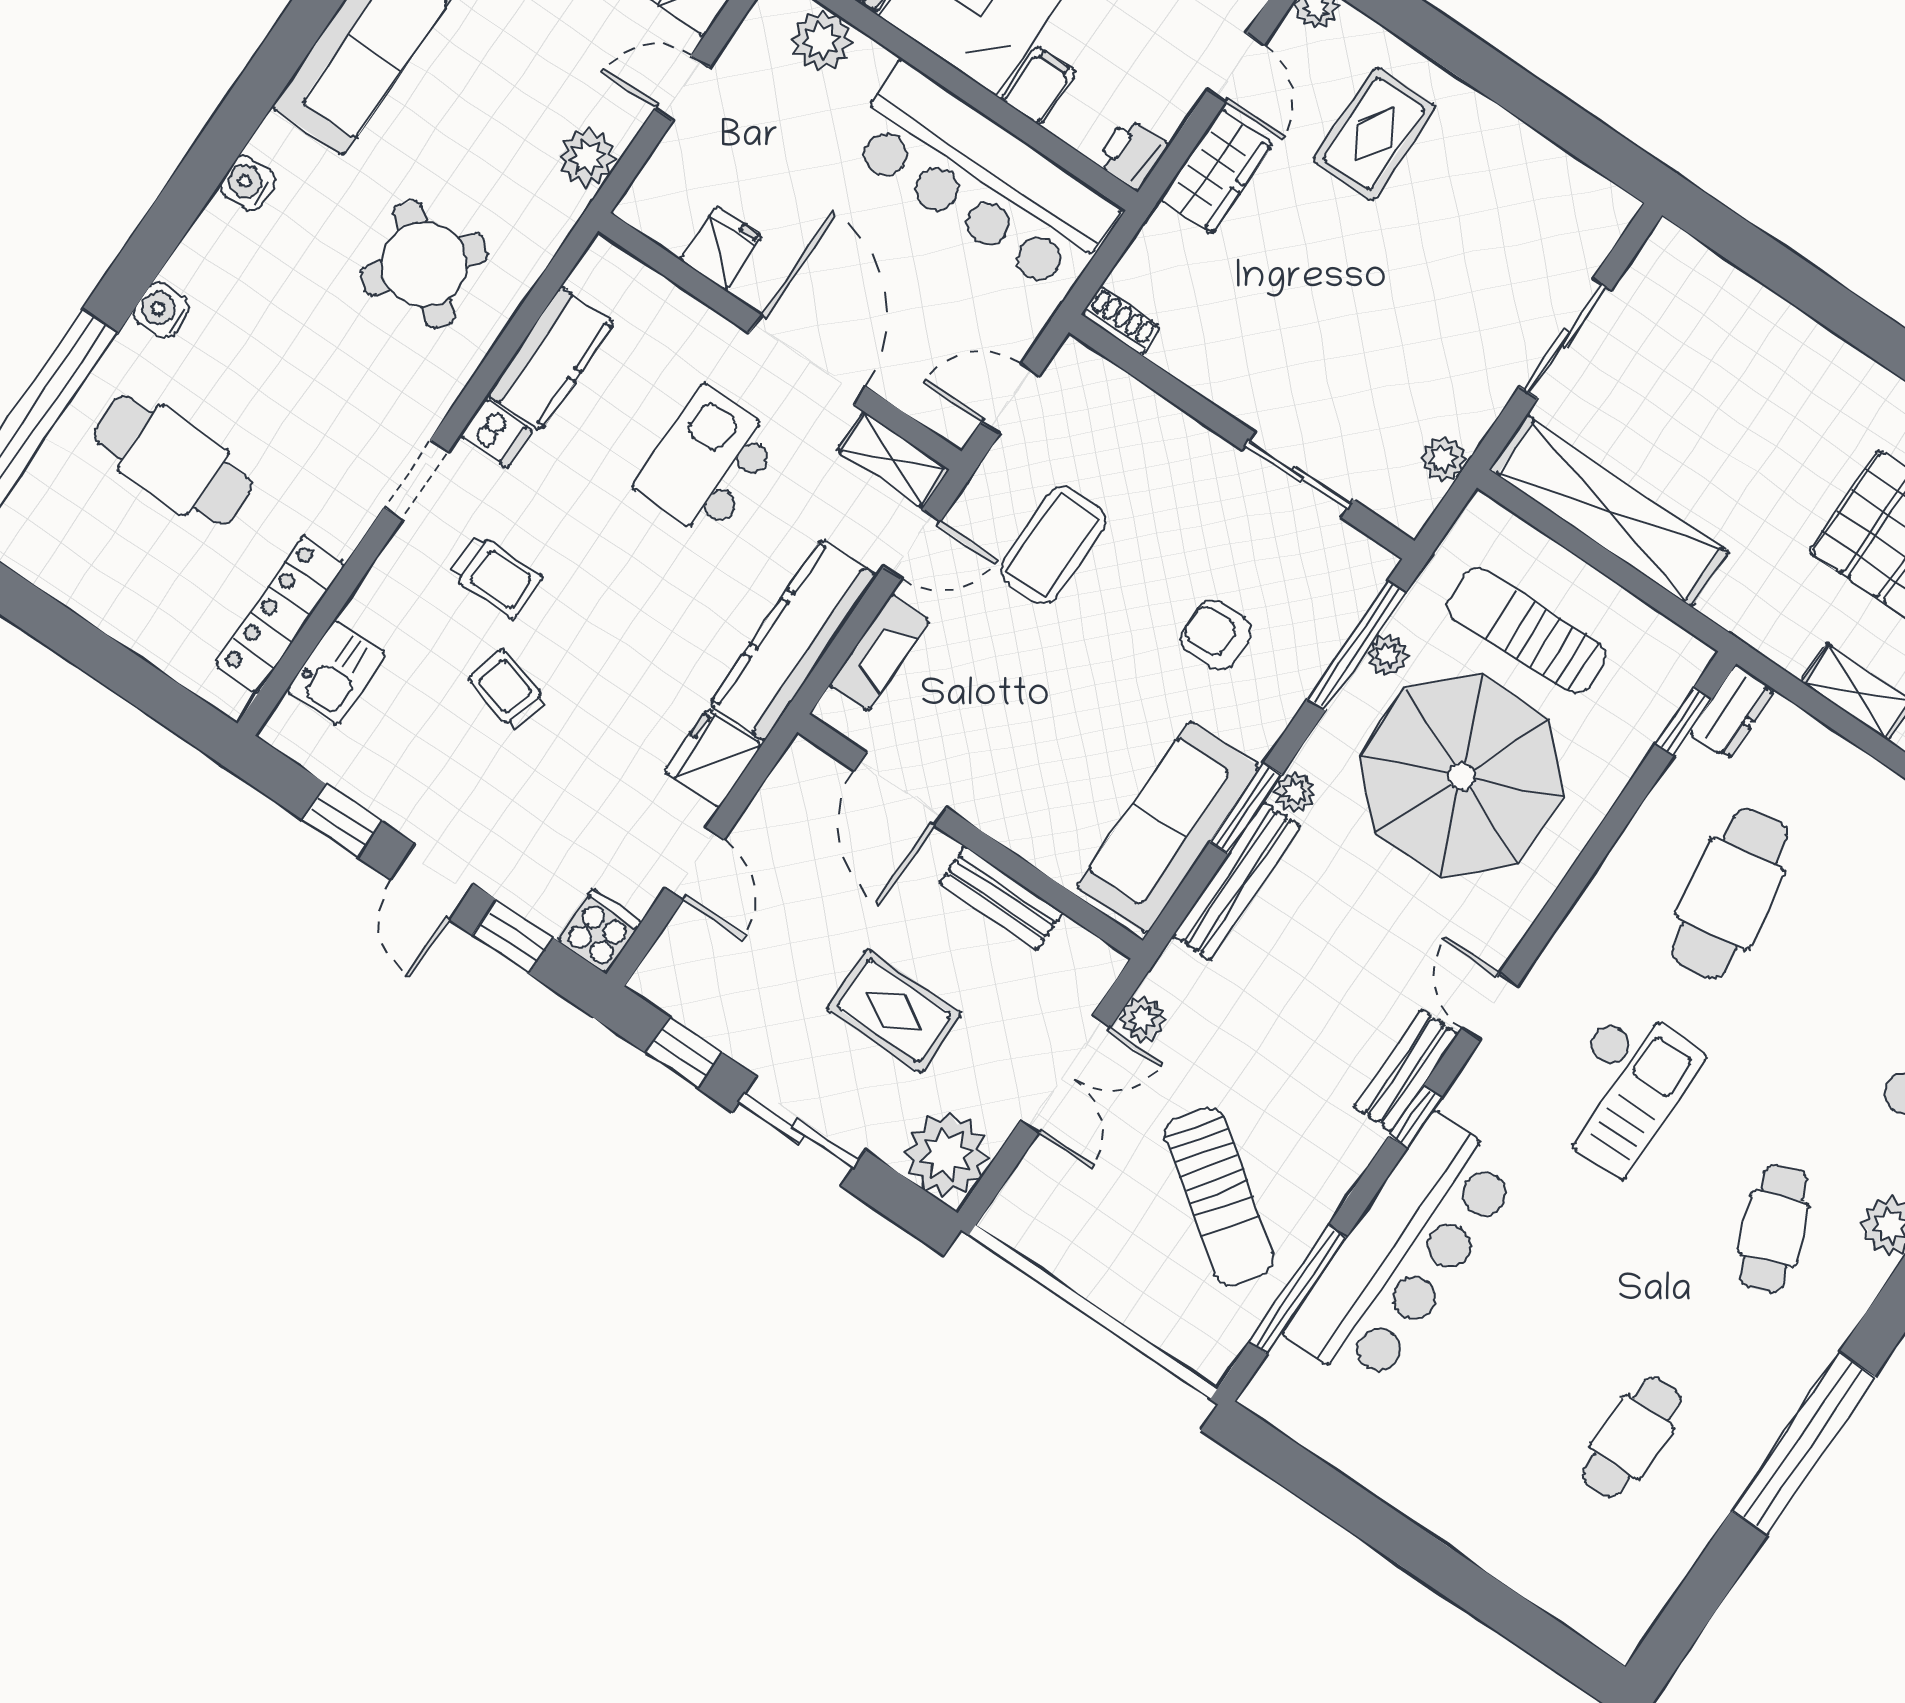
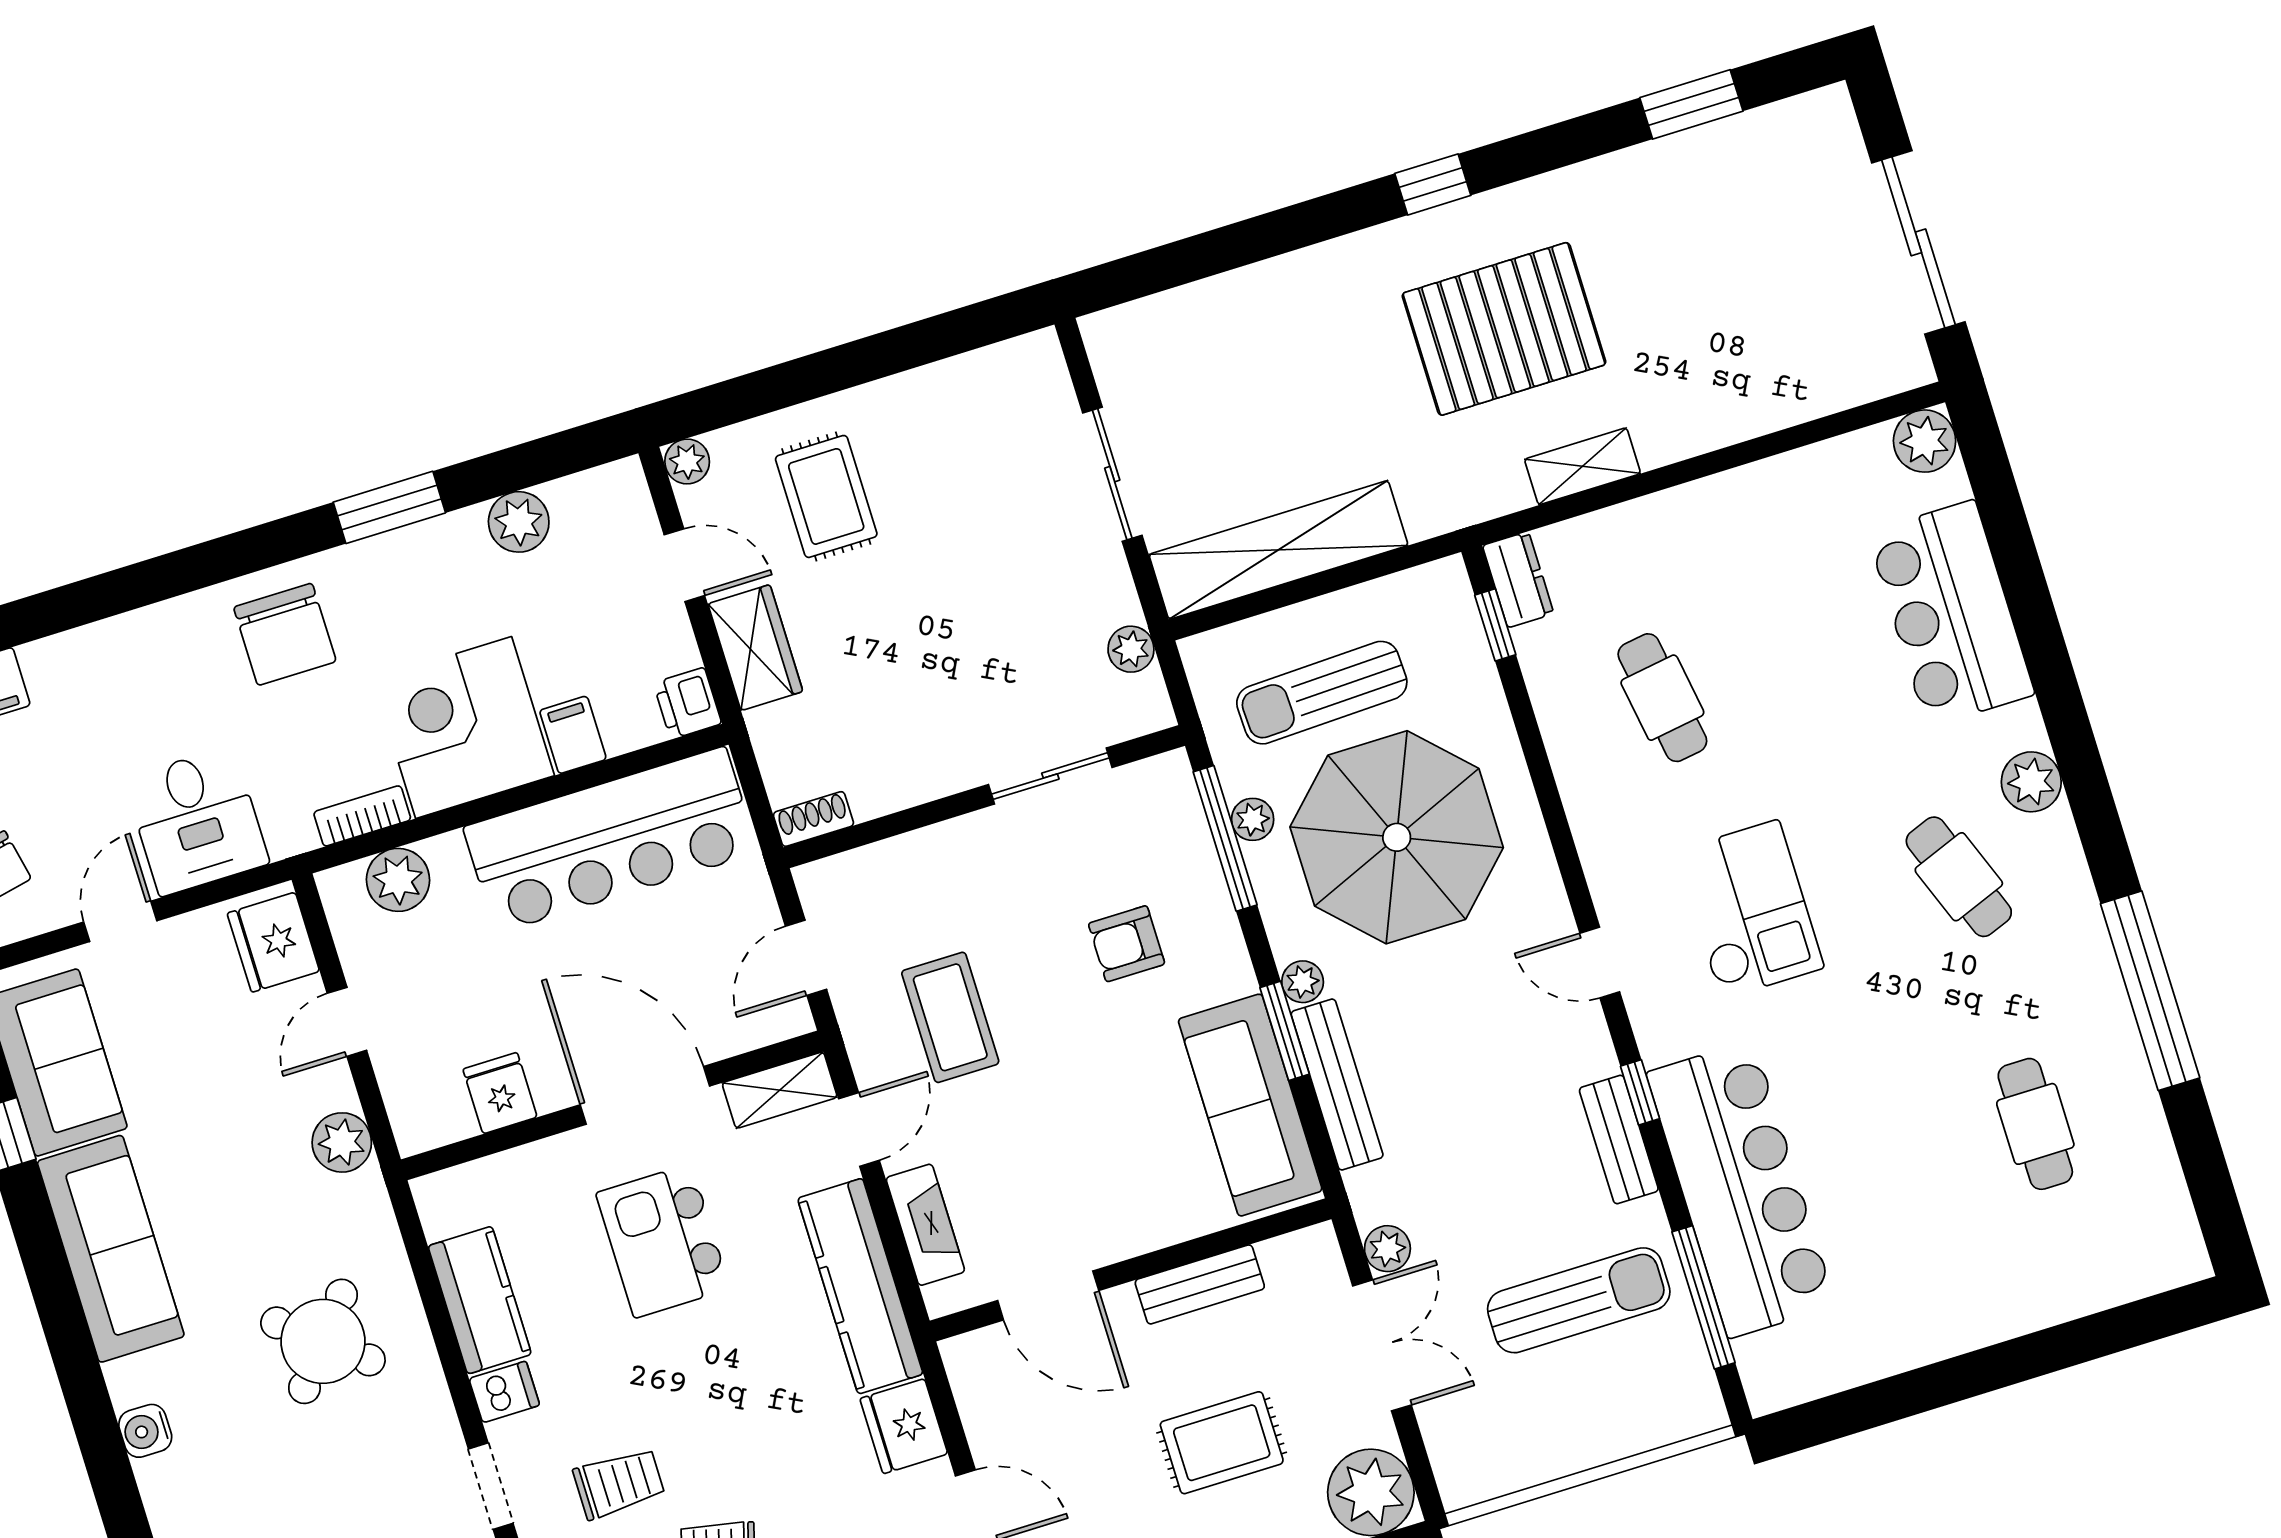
cafe table: (1730, 893) -> (1662, 698), width x0.73, depth x0.74
bench: (1406, 1071) -> (1619, 1140), moved
sun lounger: (1220, 1196) -> (1579, 1300), turned -36

